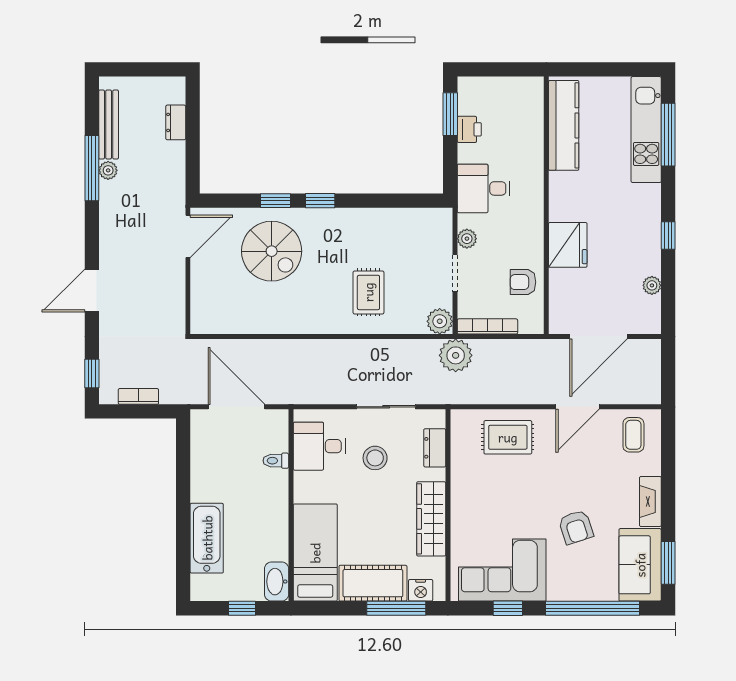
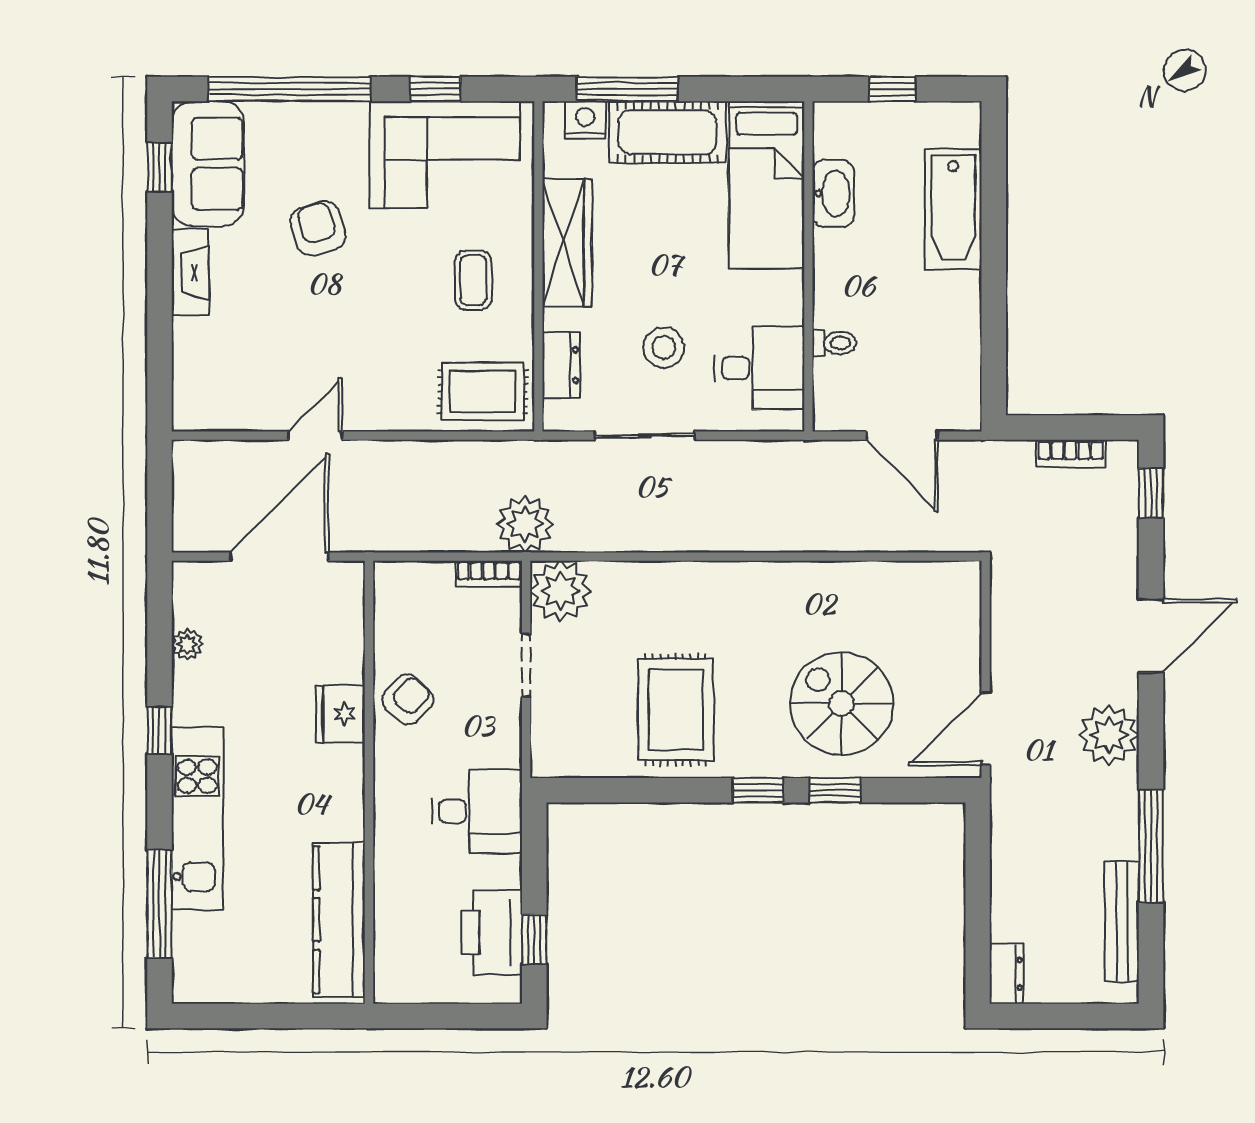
window: (450, 114) -> (534, 939), width x0.67
dresser: (176, 122) -> (1007, 974), moved
printer: (469, 129) -> (492, 933), width x1.87, depth x1.48
kitchen unit: (646, 130) -> (197, 818), moved
plant: (108, 170) -> (1109, 735), moved, width x1.87, depth x1.87
plant: (467, 239) -> (506, 725), removed
fridge: (568, 245) -> (340, 714), width x0.73, depth x0.75
armchair: (523, 282) -> (408, 699), moved, turned -46
rug: (368, 292) -> (676, 710), moved, width x1.36, depth x1.43
plant: (440, 321) -> (561, 591), width x1.36, depth x1.36
bookcase: (487, 326) -> (489, 574), width x0.64
door: (237, 407) -> (902, 436), width x0.73
door: (578, 407) -> (315, 436), width x0.73
coffee table: (633, 435) -> (473, 280), moved
rug: (508, 437) -> (483, 391), moved
window: (668, 563) -> (159, 167), width x0.67
washbasin: (277, 582) -> (833, 193), moved

